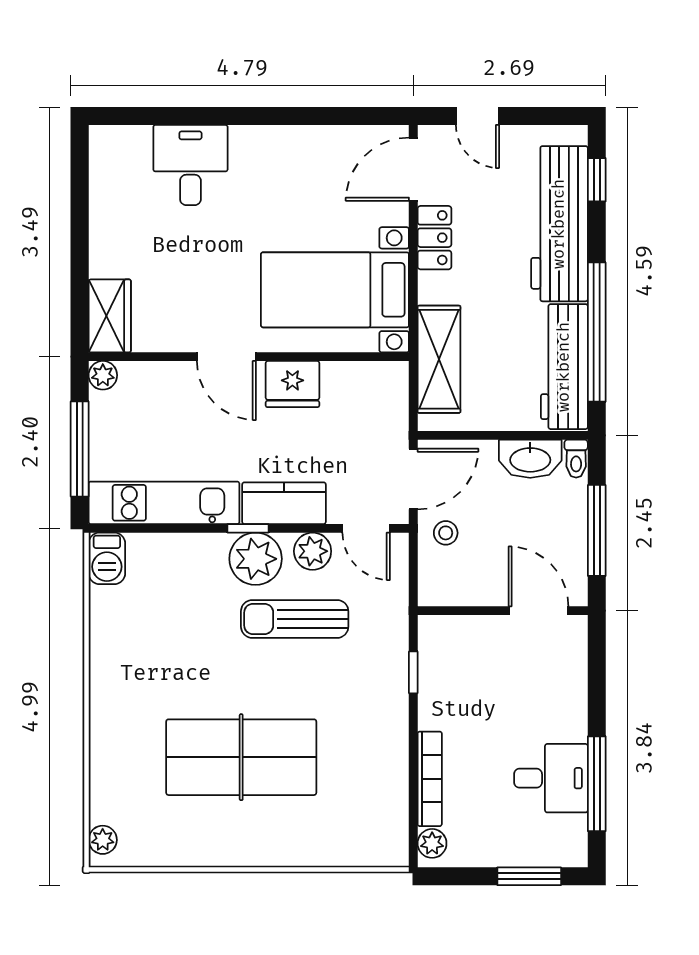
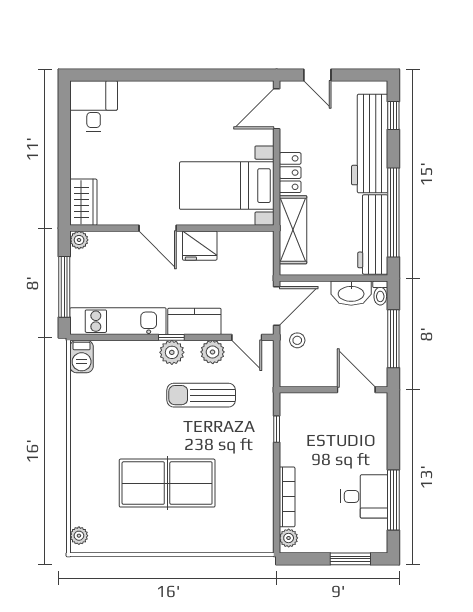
desk: (190, 165) -> (94, 106), moved
locker: (434, 238) -> (290, 173), moved
plant: (256, 559) -> (172, 352), width x0.73, depth x0.73

